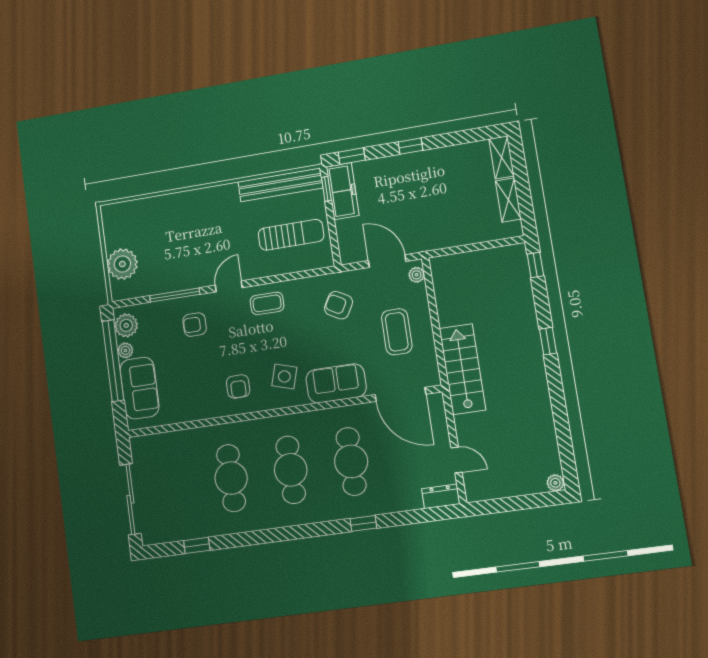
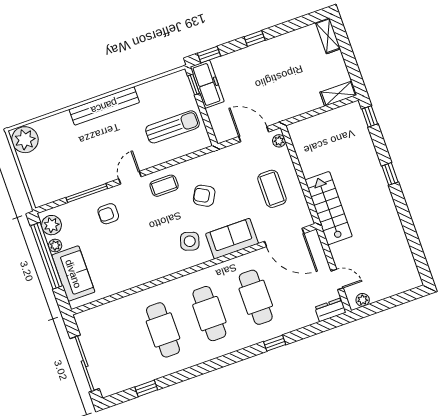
bench: (280, 185) -> (104, 106), moved
shelving: (508, 200) -> (338, 94), moved, turned 90
plant: (122, 264) -> (25, 140), moved
armchair: (339, 305) -> (204, 196), moved
armchair: (238, 386) -> (154, 256), removed
plant: (555, 483) -> (363, 300), moved

